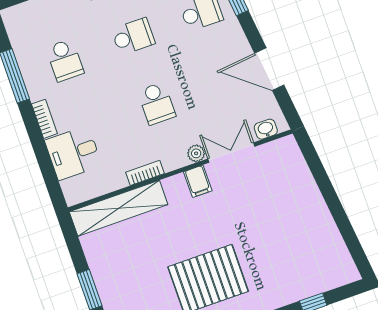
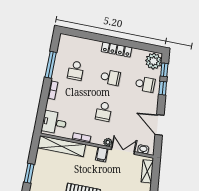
desk: (73, 153) -> (54, 122), moved
shelving: (296, 164) -> (147, 171), added

